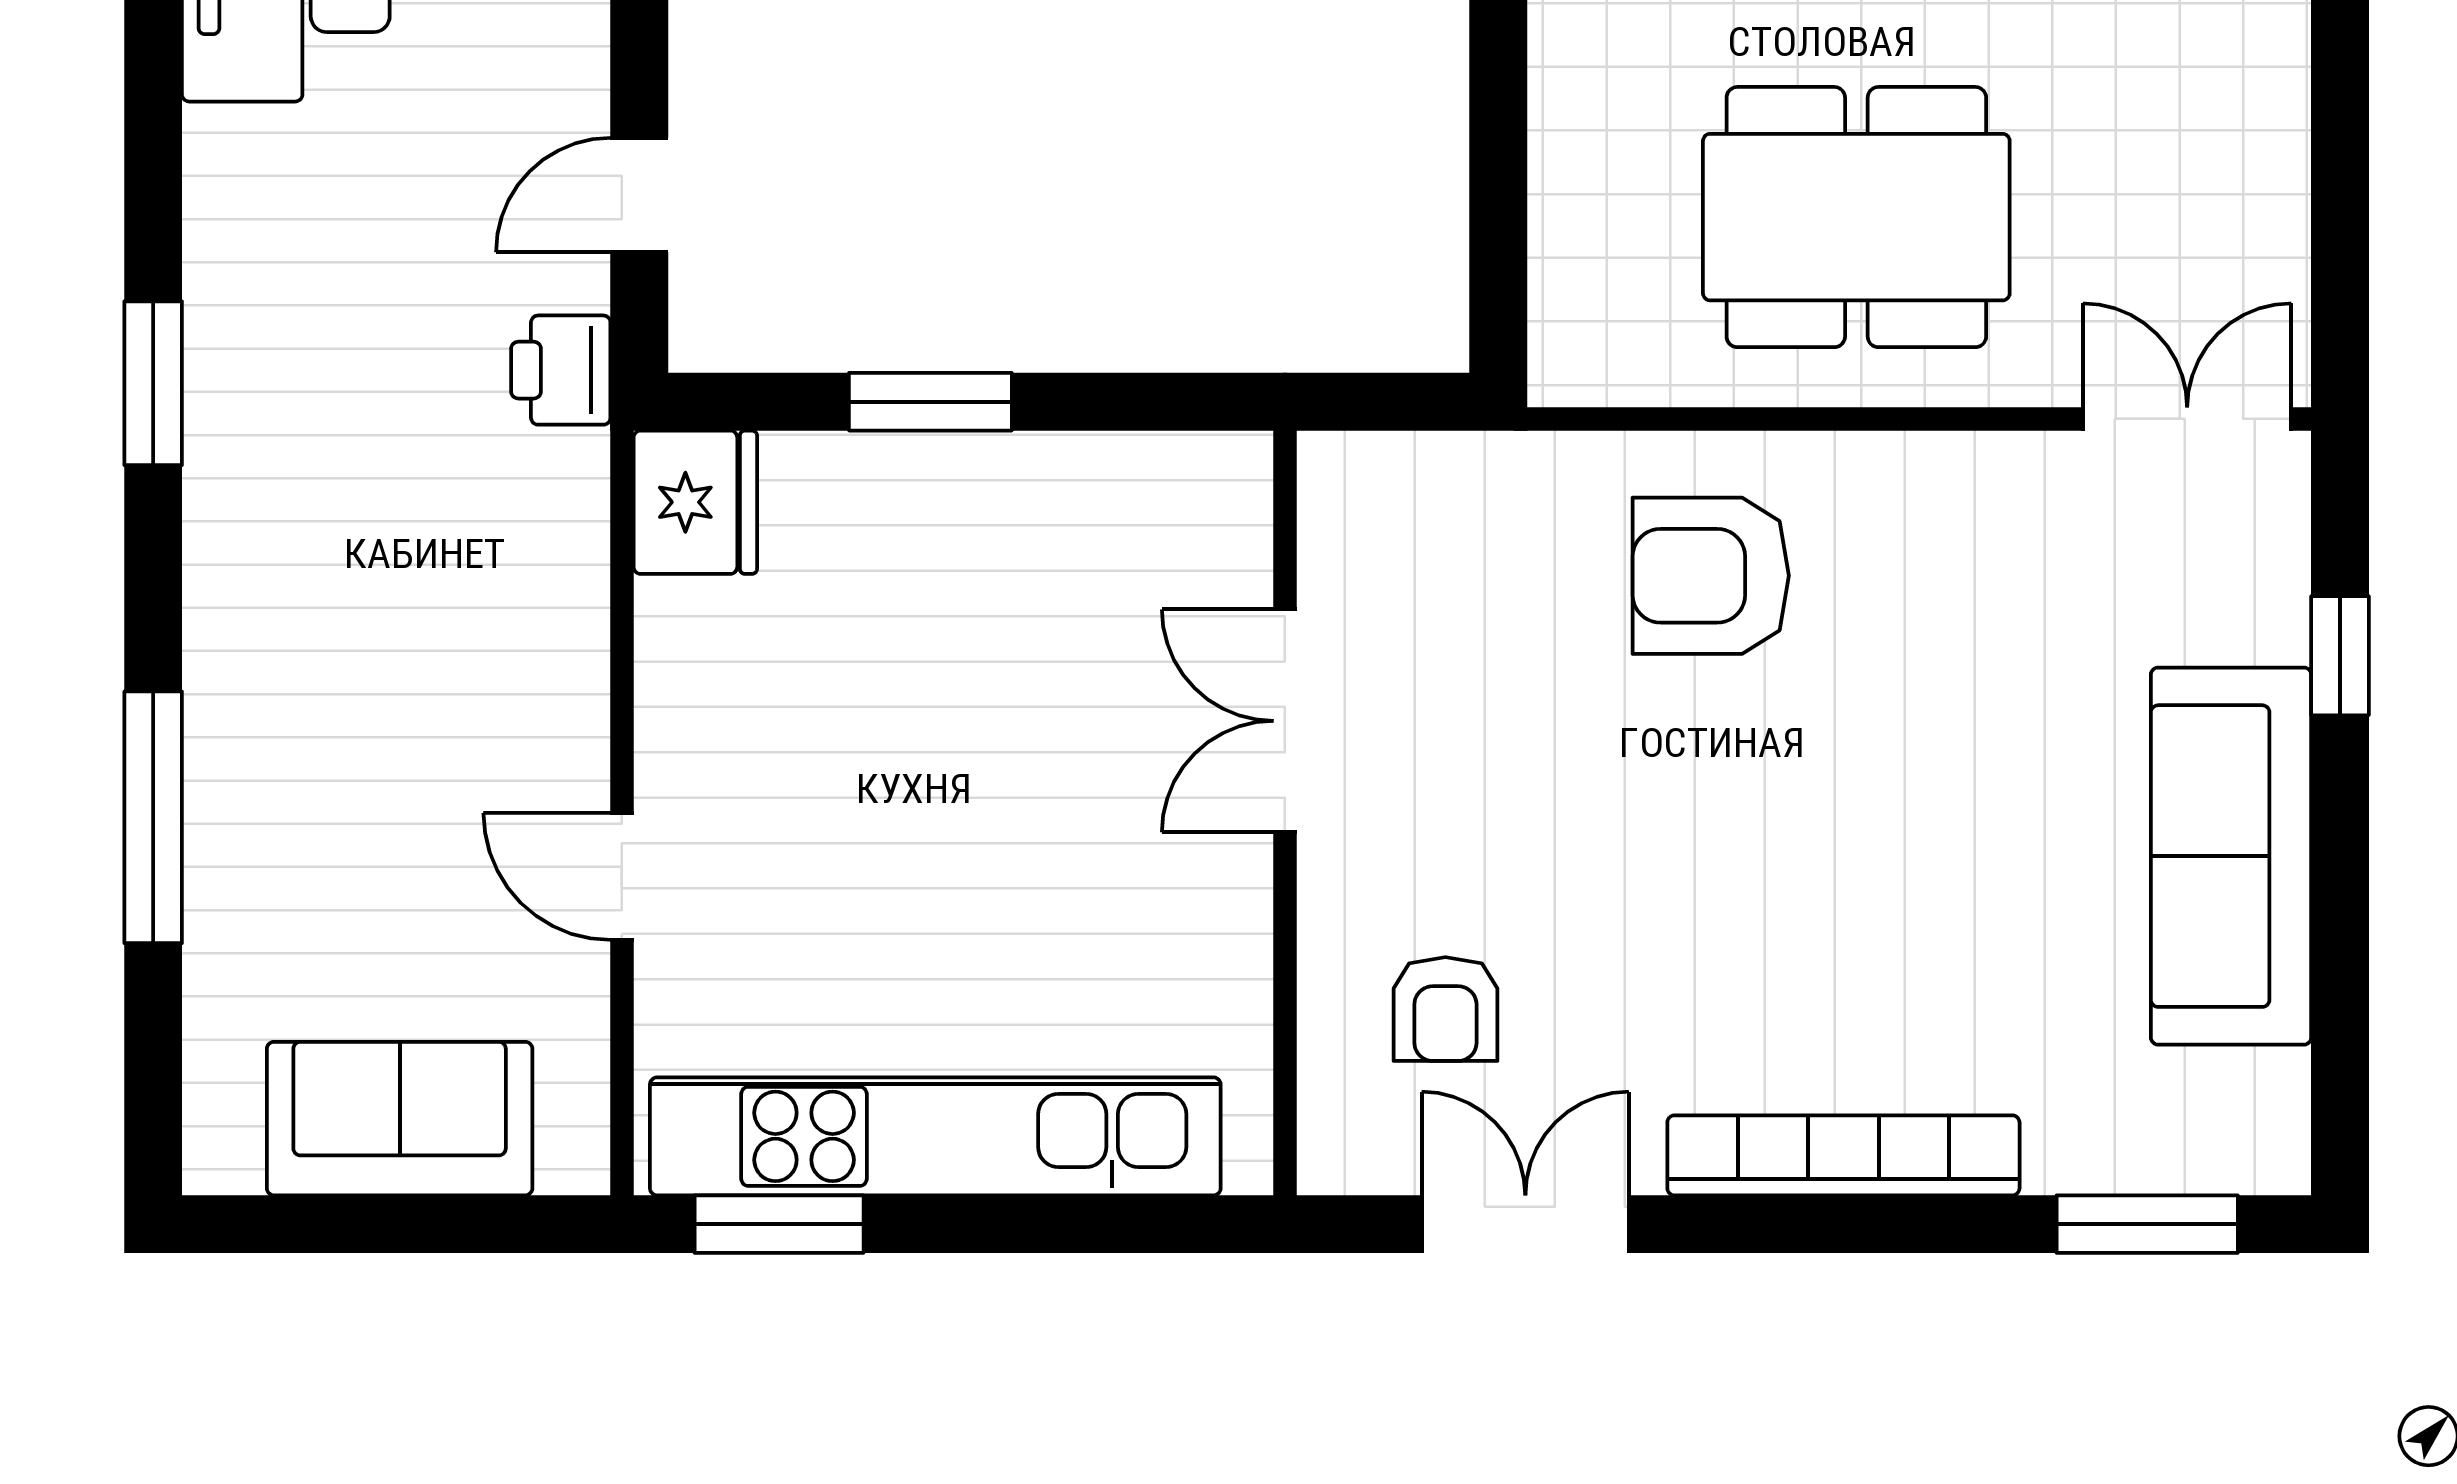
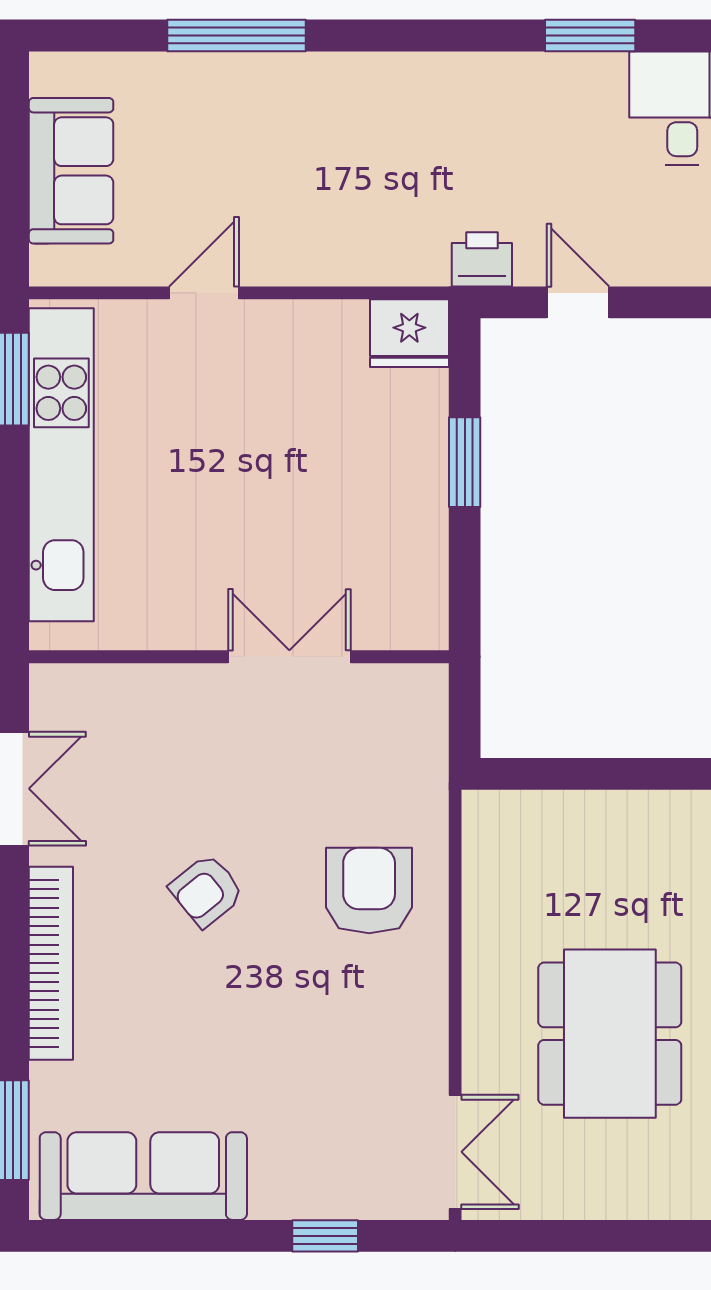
dining table: (1856, 217) -> (610, 1034), moved
window: (153, 383) -> (590, 36), moved
sofa: (2231, 856) -> (143, 1176), moved
armchair: (1445, 1009) -> (207, 891), moved, turned -39

